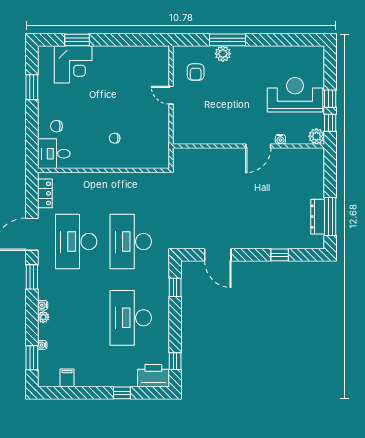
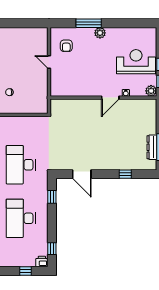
plant: (223, 54) -> (100, 33), moved
printer: (153, 376) -> (42, 262), width x0.53, depth x0.68
window: (122, 393) -> (25, 271), moved

